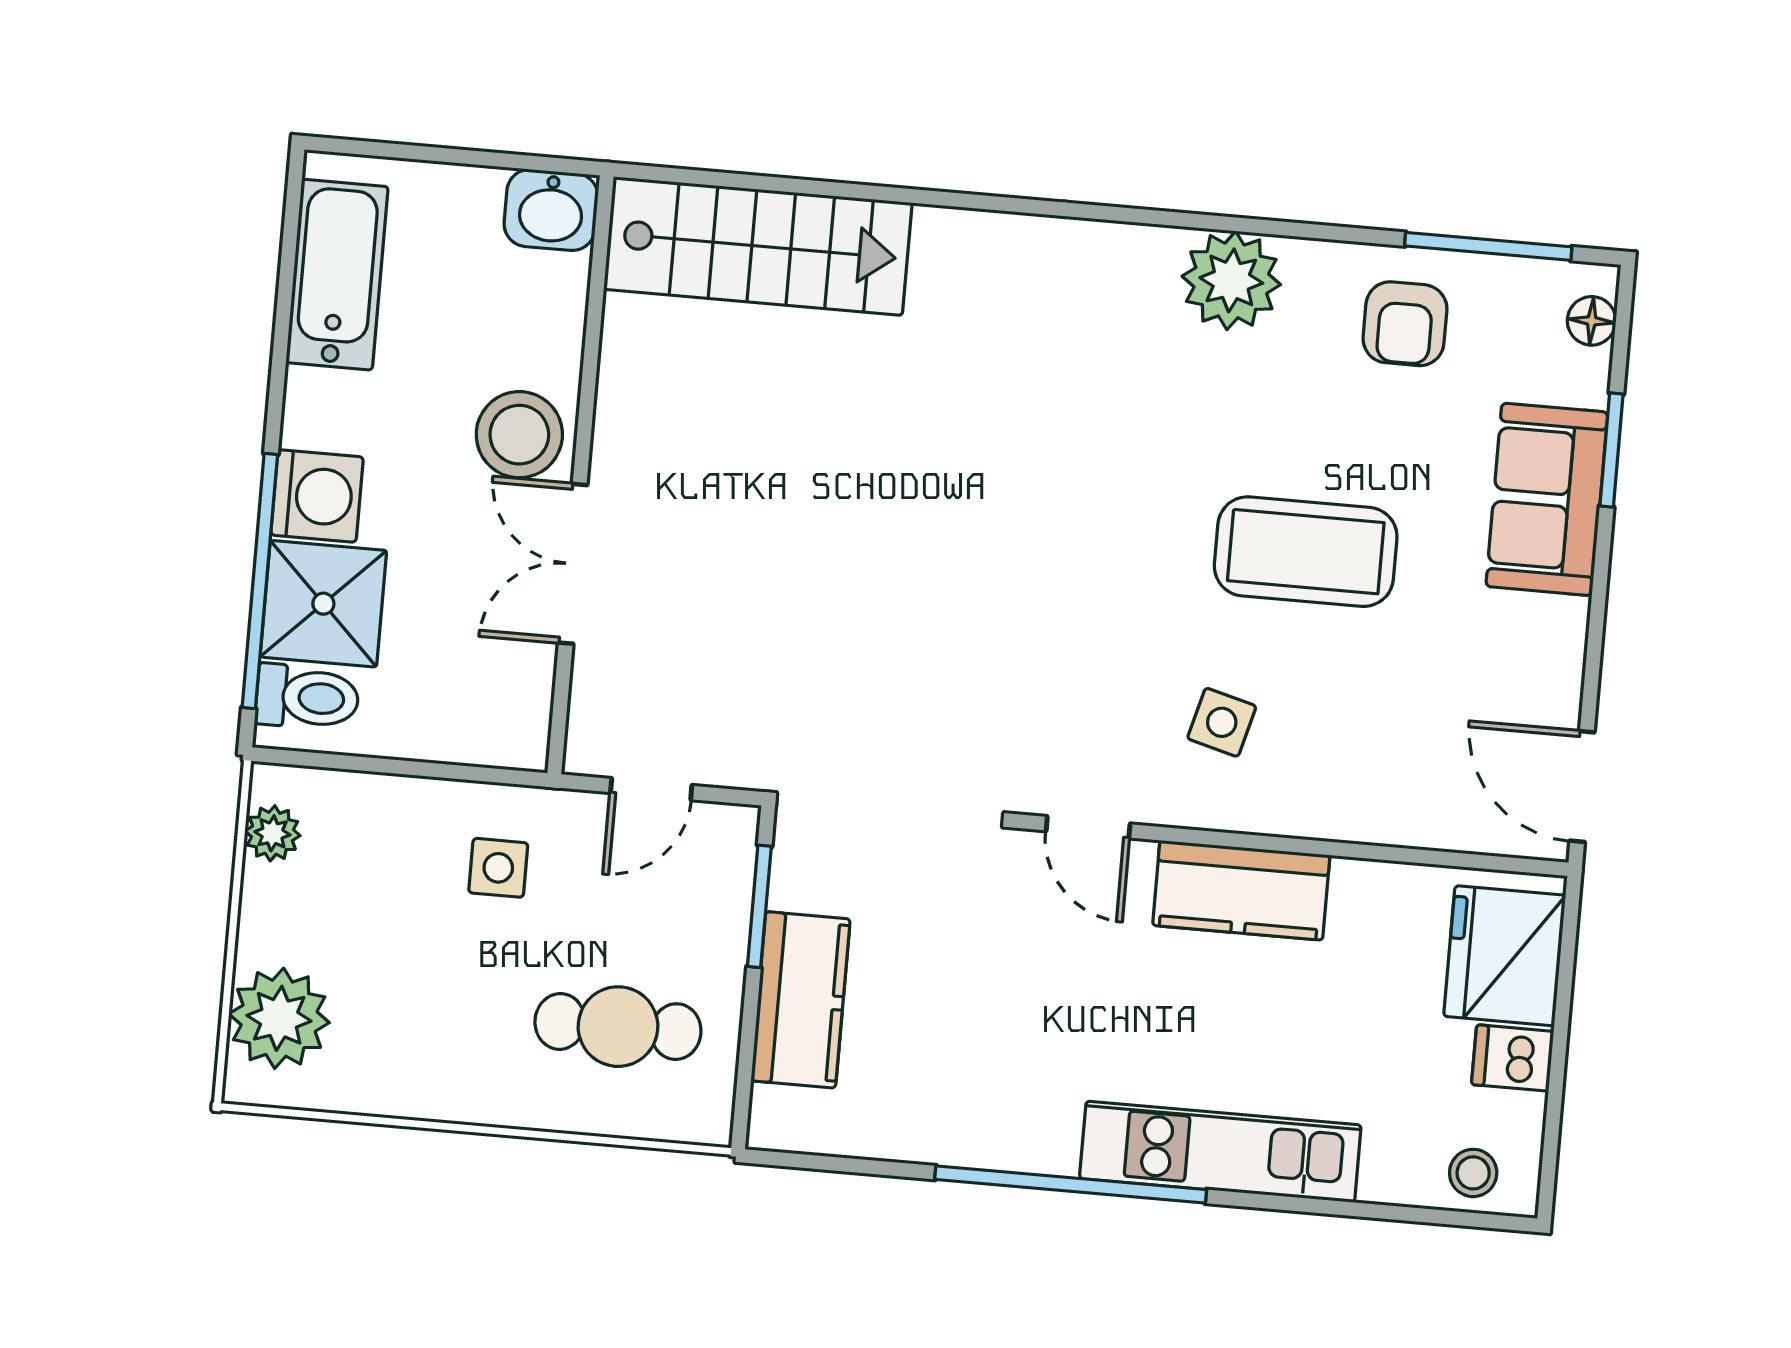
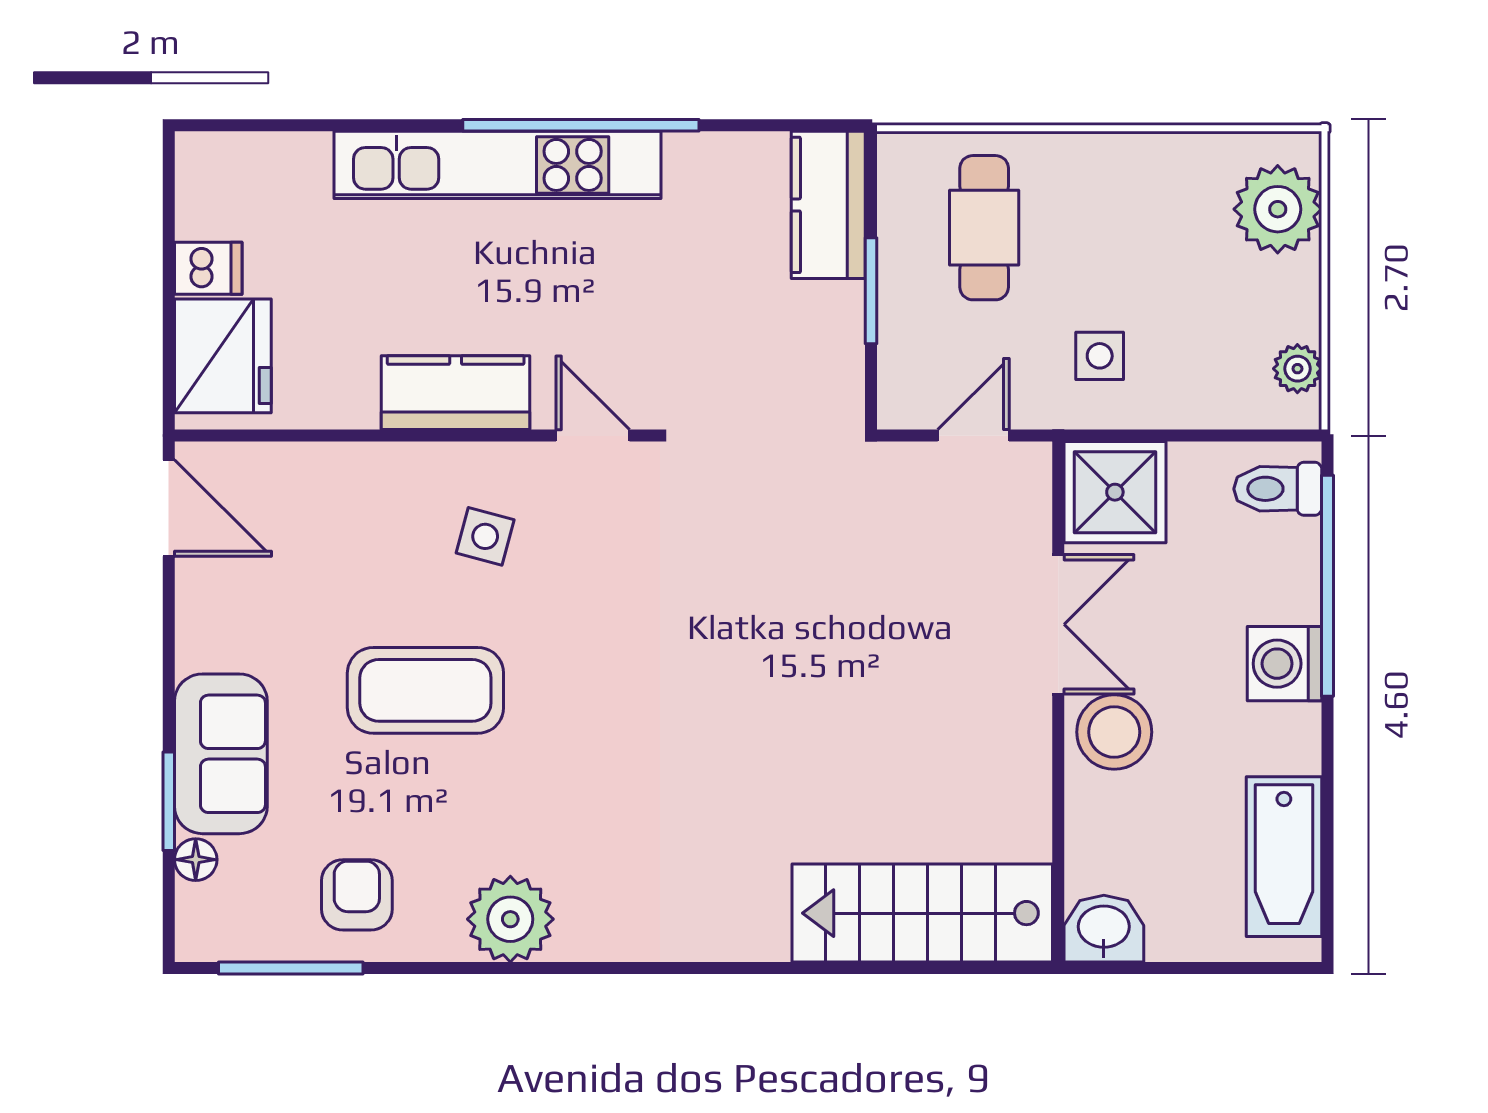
floor lamp: (1592, 321) -> (196, 860), moved
shower: (323, 604) -> (1115, 492), moved
window: (759, 906) -> (871, 291), moved
kitchen counter: (801, 1000) -> (828, 205), moved
cafe table: (618, 1027) -> (984, 228), turned 90
kitchen unit: (1220, 1152) -> (497, 165), width x1.36
stool: (1473, 1173) -> (234, 166), removed

